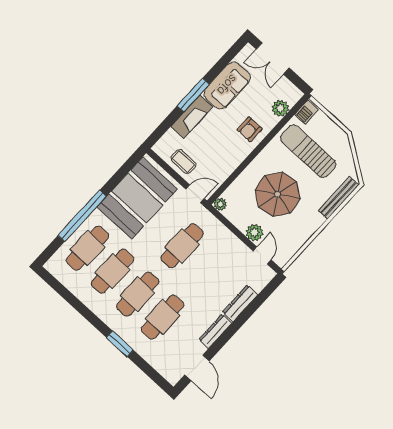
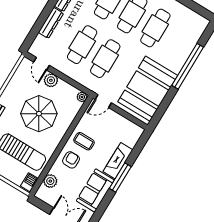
coffee table: (183, 161) -> (84, 141), moved
cafe table: (88, 248) -> (82, 45), moved

